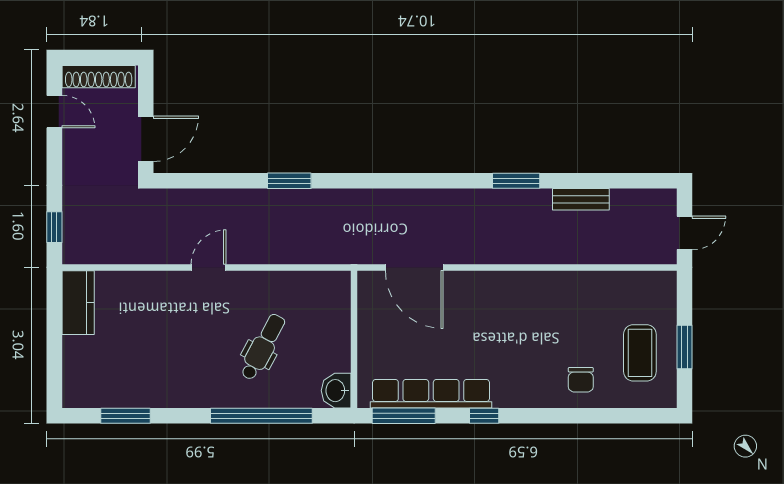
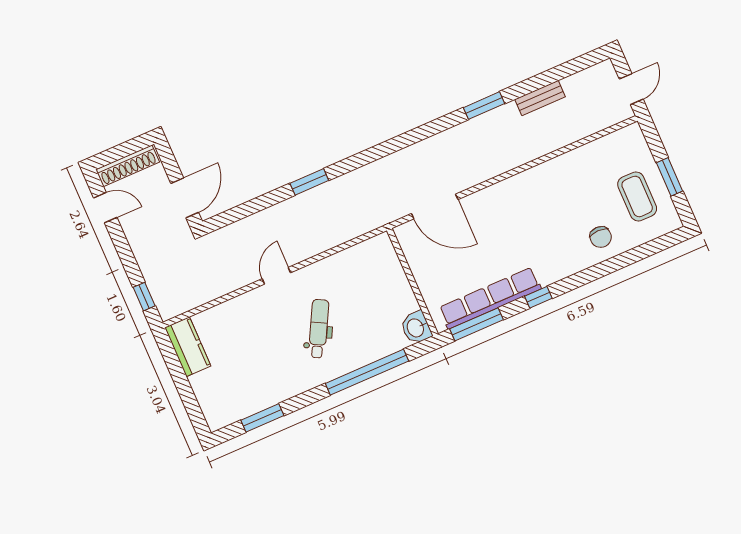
dental chair: (263, 347) -> (319, 329), moved

